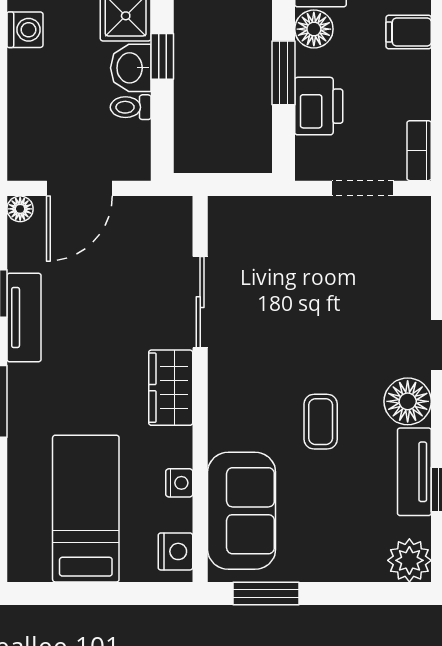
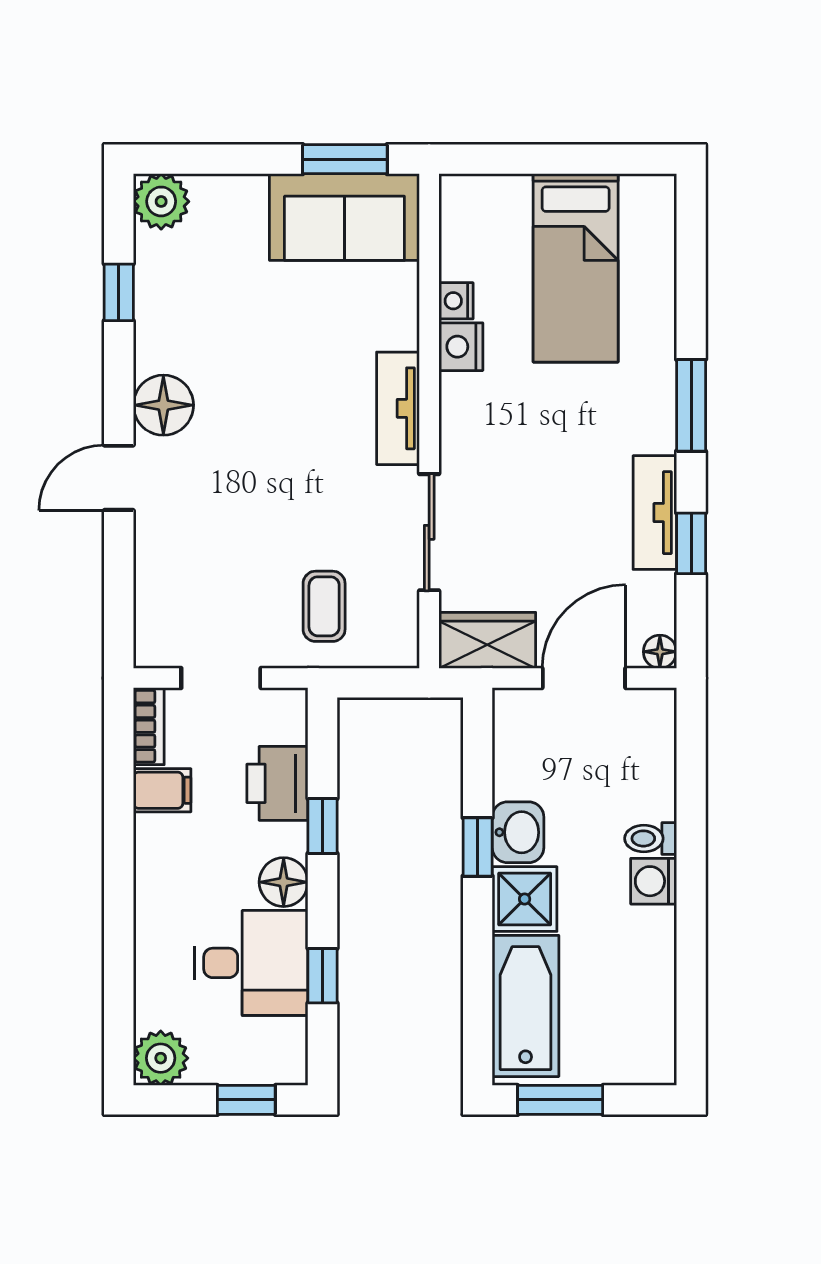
filing cabinet: (409, 32) -> (162, 790), moved
window: (283, 73) -> (322, 826), width x0.67
toilet: (131, 107) -> (651, 838), moved, turned 180
wardrobe: (171, 388) -> (487, 640), moved, turned -90
coffee table: (321, 422) -> (324, 606), moved
tv unit: (414, 472) -> (398, 408), moved, turned 180
sofa: (242, 511) -> (344, 217), moved, turned -90
nightstand: (175, 551) -> (461, 347), moved

